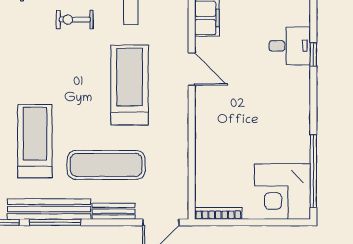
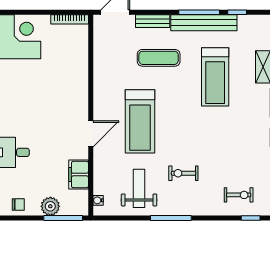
exercise bike: (75, 20) -> (183, 173), turned 180
door: (192, 69) -> (91, 134), swing flipped
exercise mat: (106, 165) -> (159, 58), width x0.73, depth x0.69

